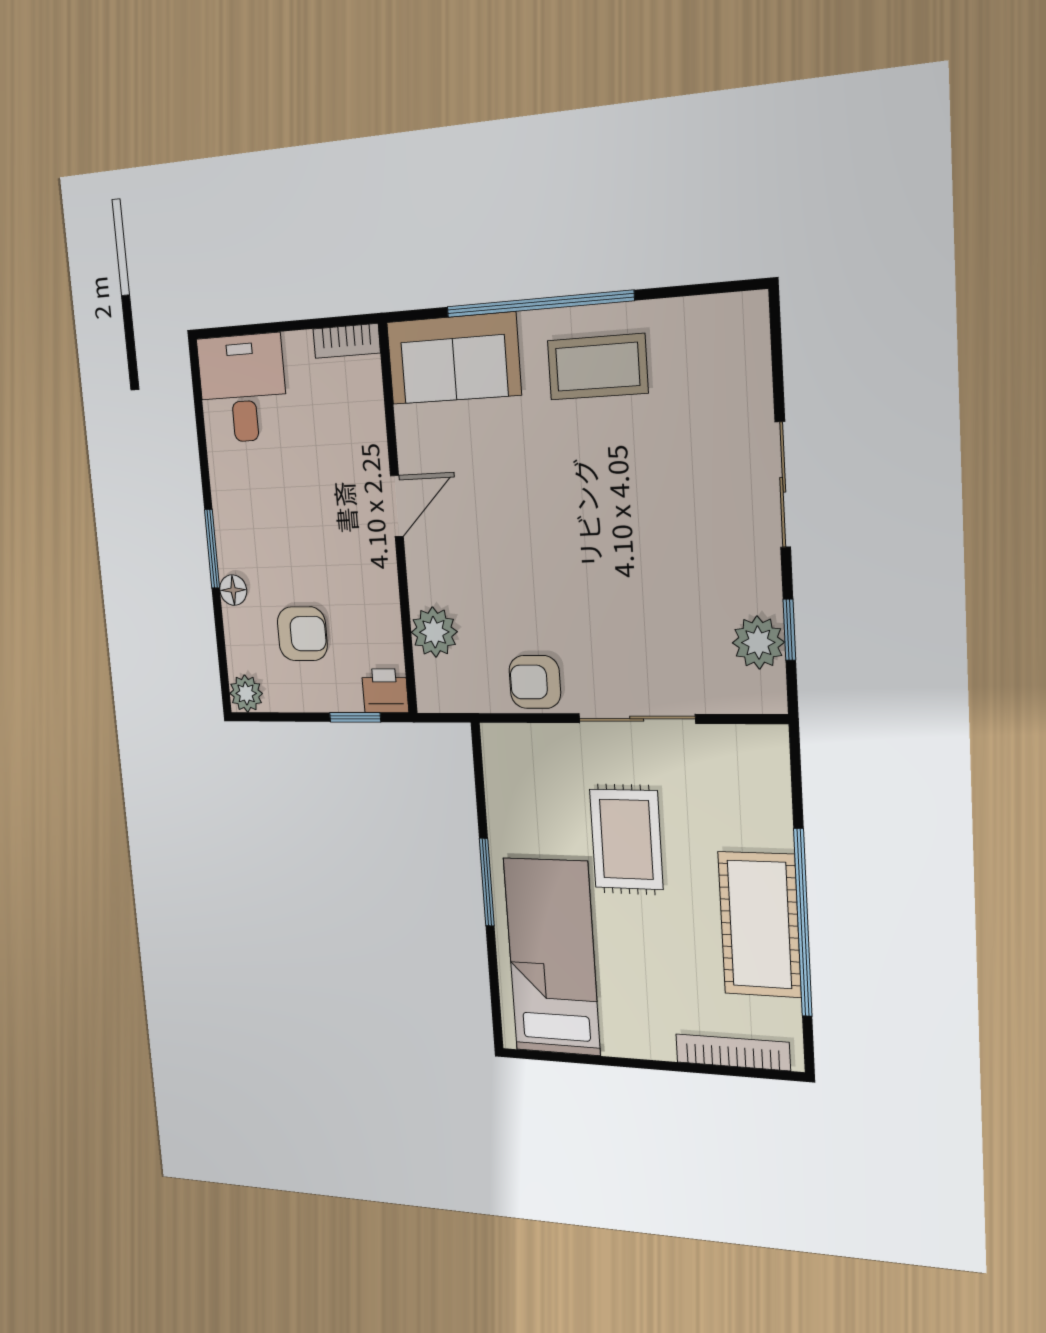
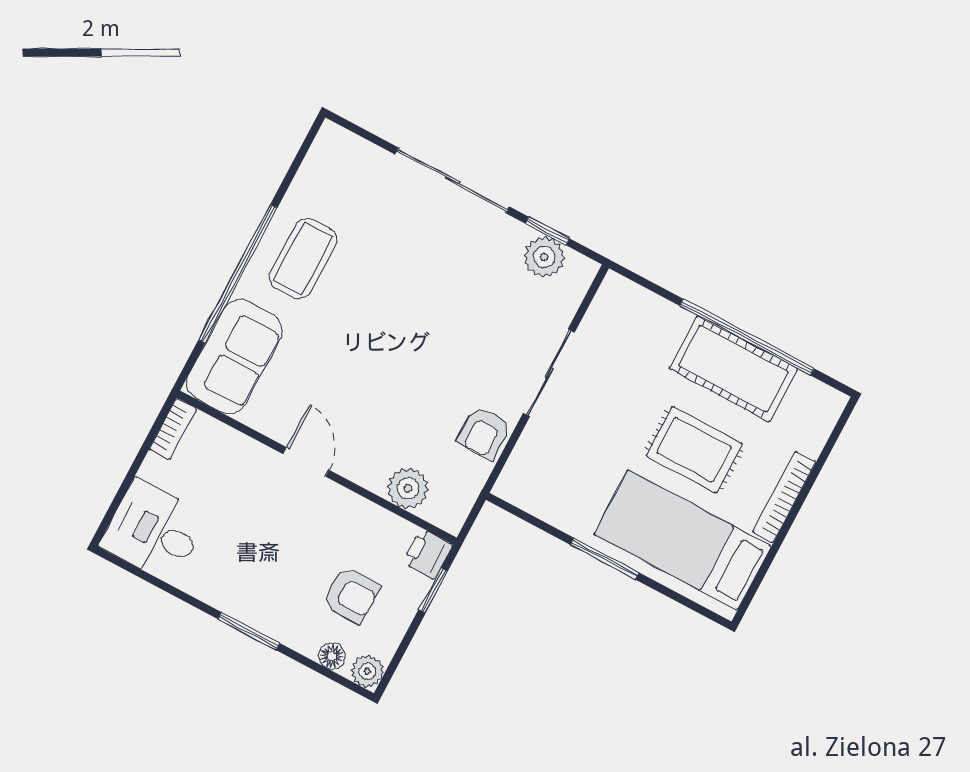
sliding door: (783, 485) -> (452, 180), width x1.37
floor lamp: (233, 590) -> (332, 656), moved
armchair: (302, 634) -> (351, 595), turned 90
rug: (626, 839) -> (694, 450), moved
bookcase: (733, 1052) -> (784, 497), moved

